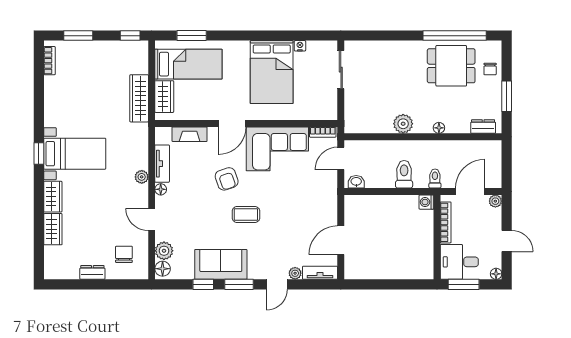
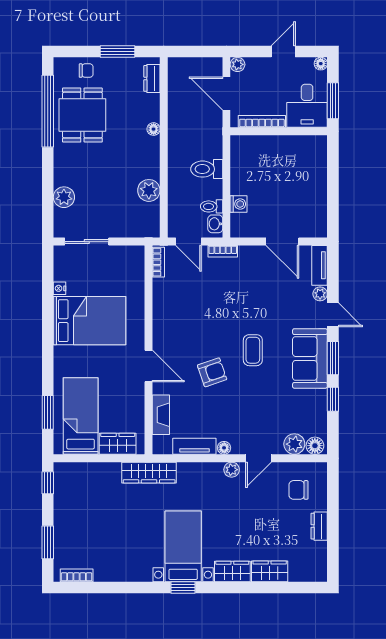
plant: (380, 50) -> (64, 197), added
wardrobe: (139, 98) -> (149, 473), moved
plant: (403, 124) -> (149, 190), moved
corner sofa: (277, 149) -> (178, 314), removed
plant: (142, 177) -> (232, 470), moved
toilet: (435, 179) -> (212, 206), moved
bookcase: (332, 188) -> (223, 251), added
washing machine: (426, 202) -> (239, 204), moved, turned -90
sofa: (221, 264) -> (310, 358), moved

